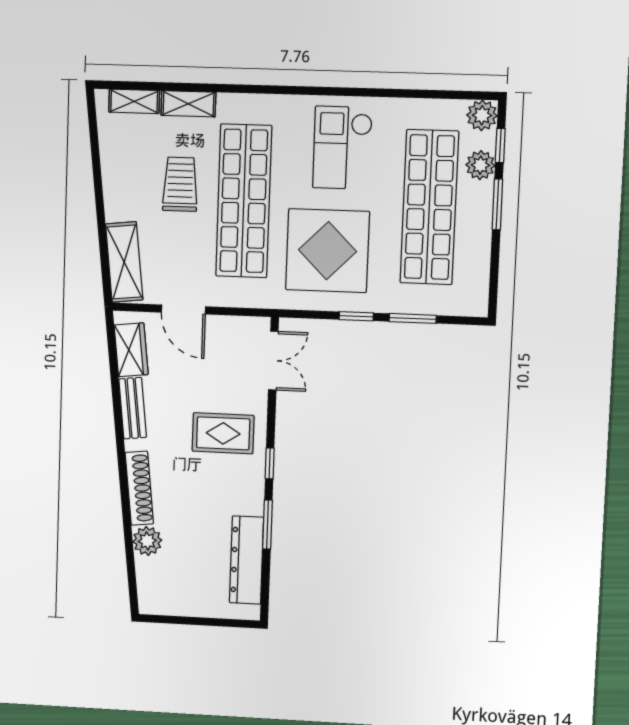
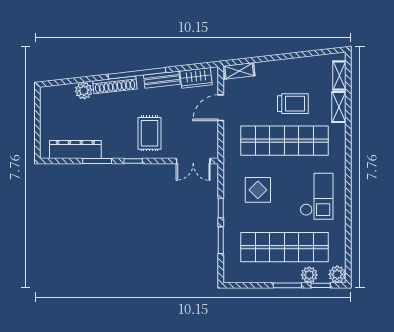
checkout: (342, 148) -> (317, 196), turned 90
display table: (328, 251) -> (258, 190), width x0.54, depth x0.54
shelving: (124, 262) -> (239, 71), width x0.67, depth x0.75
window: (121, 450) -> (137, 73), added

